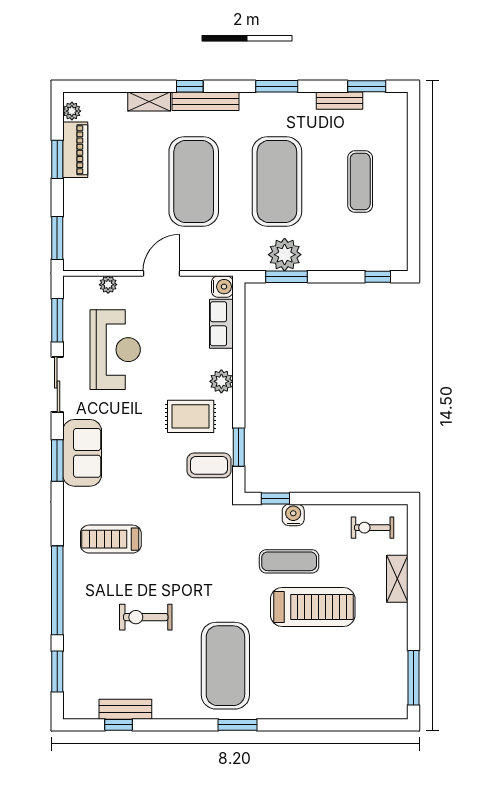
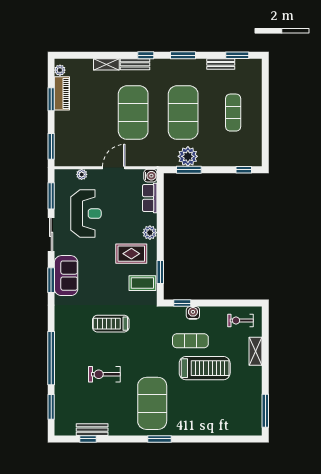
window: (190, 86) -> (146, 55), moved
bench: (206, 101) -> (135, 64), width x0.73
treadmill: (111, 539) -> (111, 324), moved

